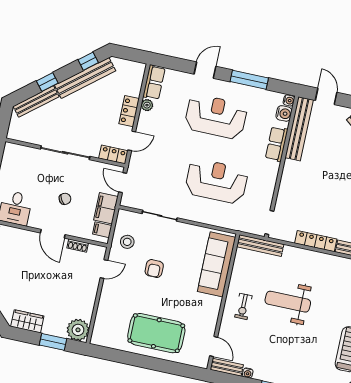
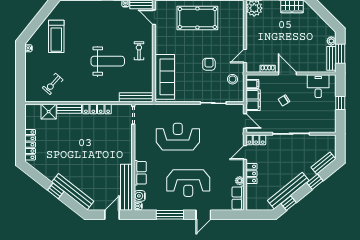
door: (326, 96) -> (112, 215), swing flipped
bench: (36, 102) -> (323, 163), width x0.73
reception desk: (216, 181) -> (178, 137), turned 180

